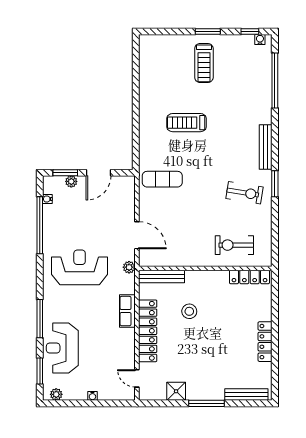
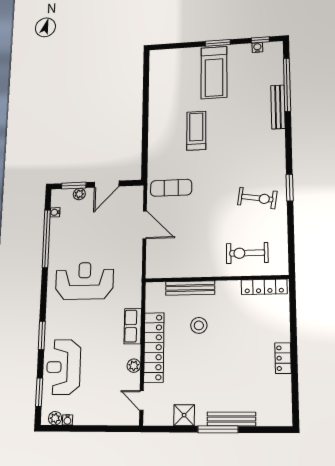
water cooler: (260, 39) -> (257, 47), moved
treadmill: (204, 63) -> (214, 73), width x1.37, depth x1.38
treadmill: (186, 123) -> (196, 131), turned 90
bench: (266, 147) -> (278, 107), moved
door: (137, 235) -> (145, 225), moved
plant: (129, 267) -> (134, 366), moved
bench: (162, 277) -> (190, 288), moved
window: (40, 319) -> (42, 335), width x0.69
locker: (265, 342) -> (283, 358), width x0.66
bench: (246, 395) -> (231, 419), moved
water cooler: (92, 396) -> (67, 420), moved

